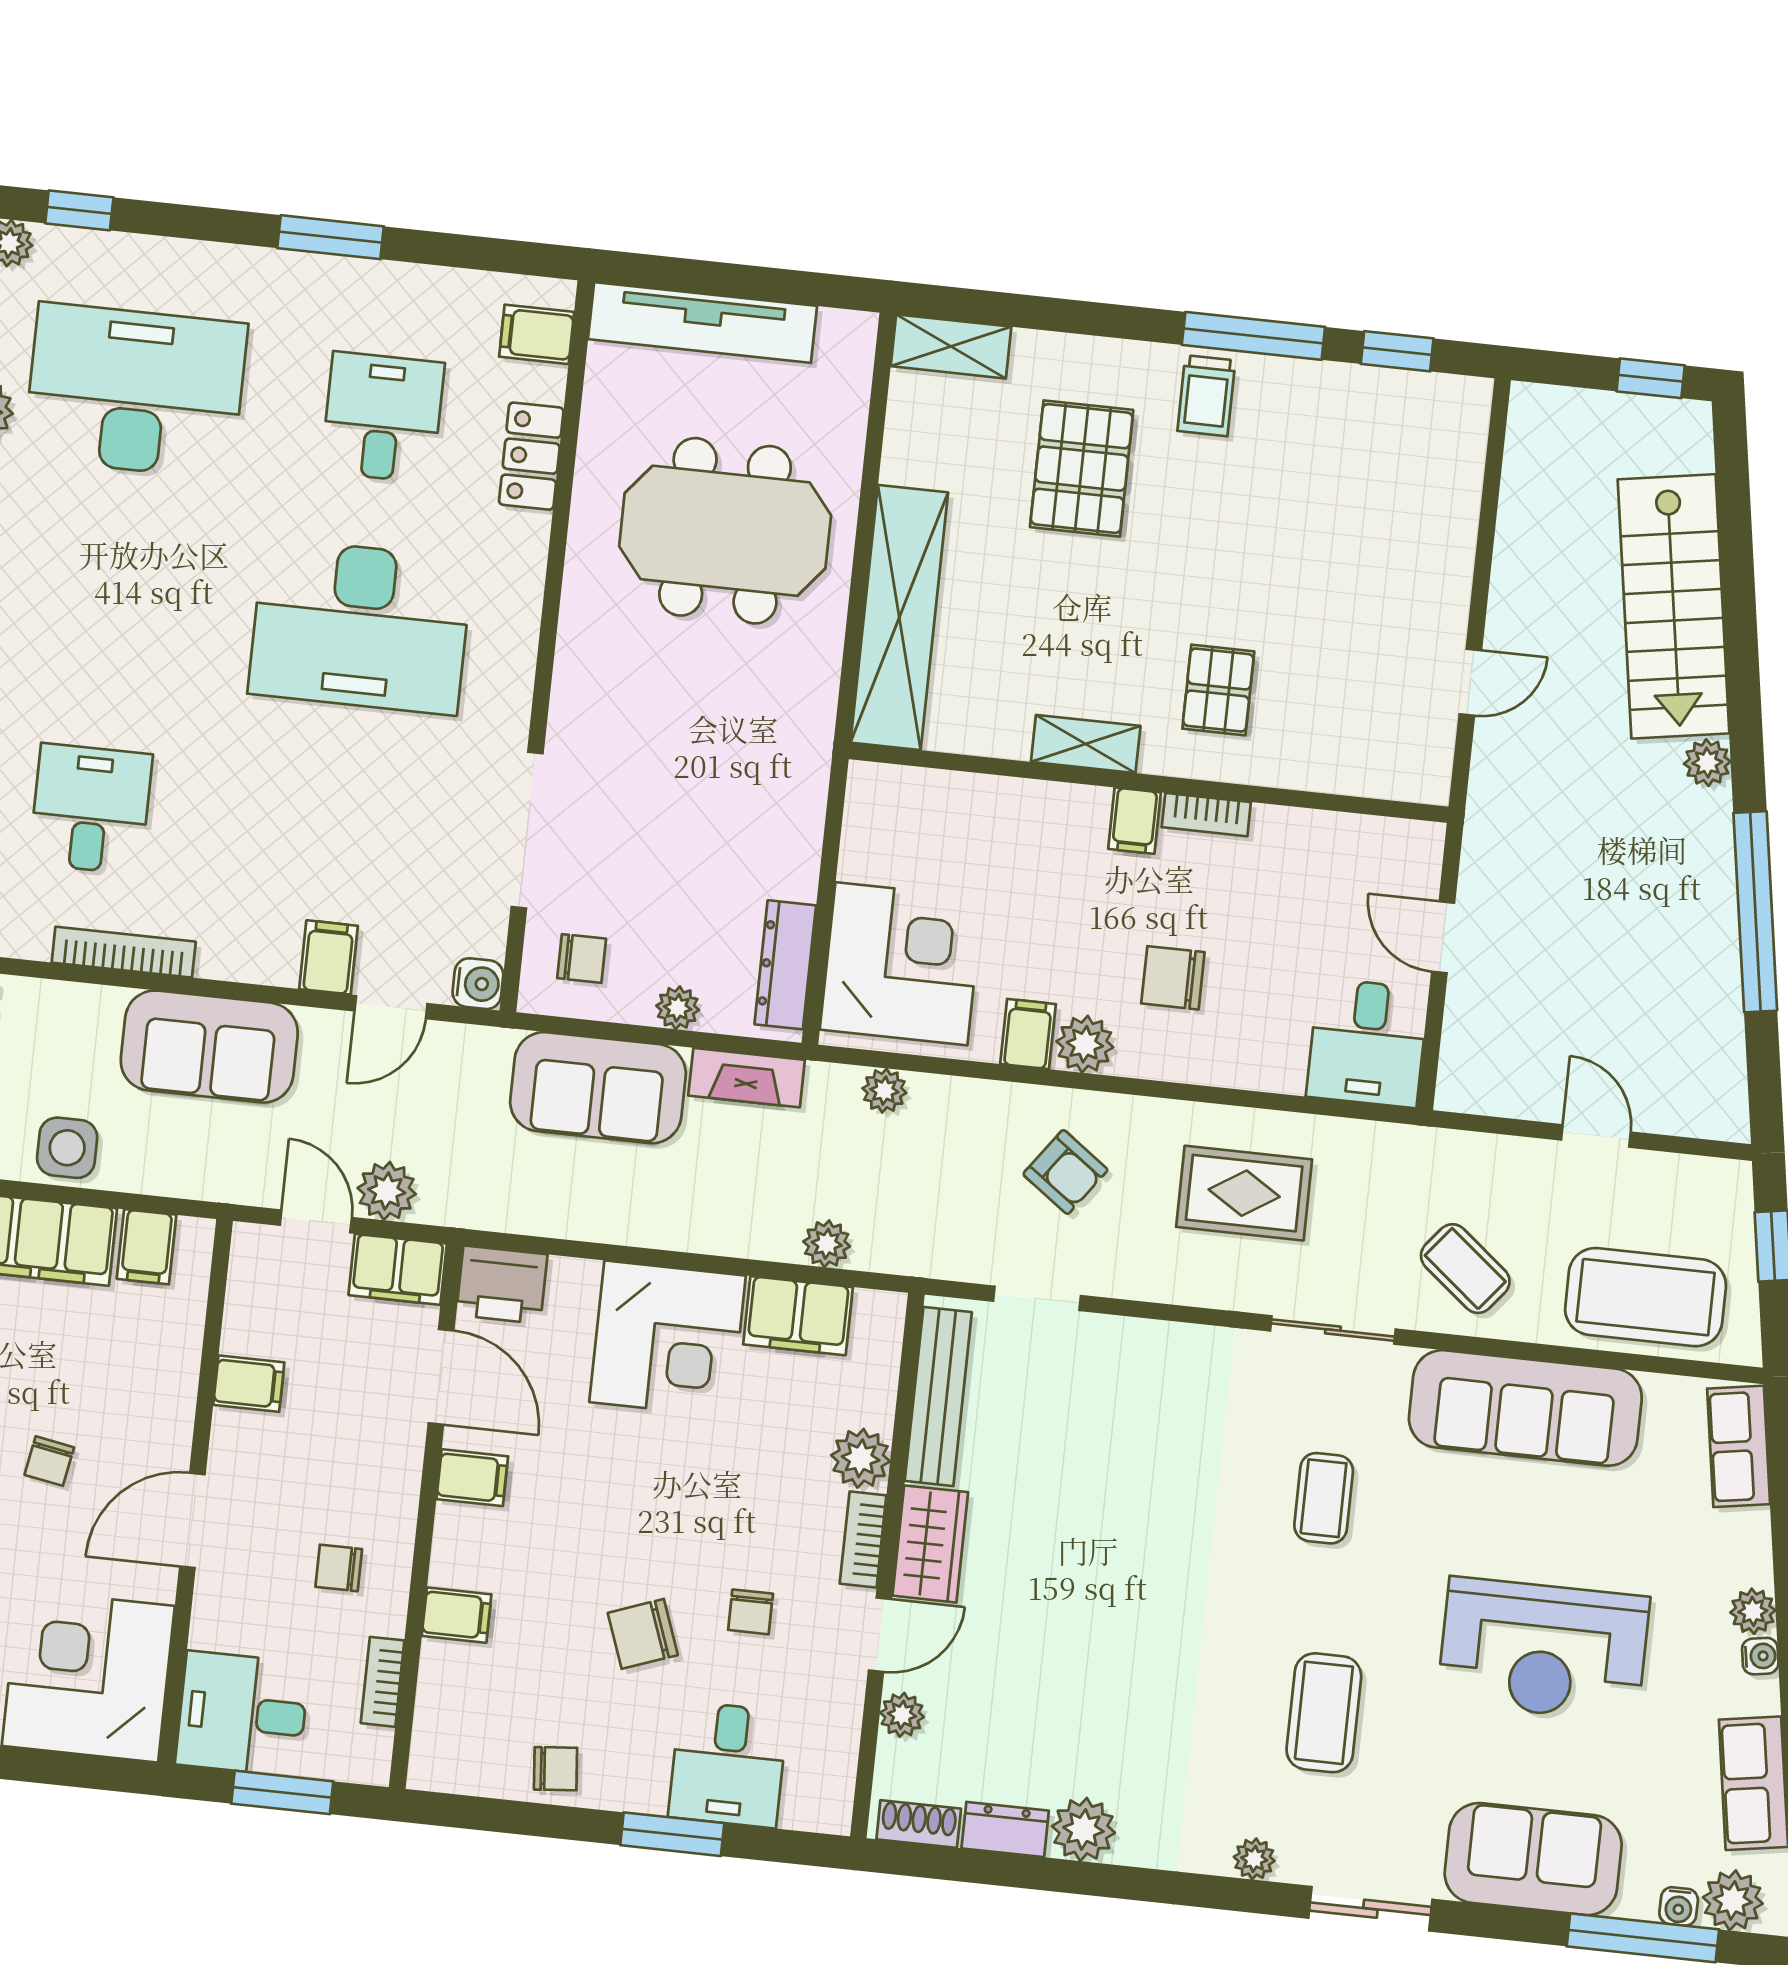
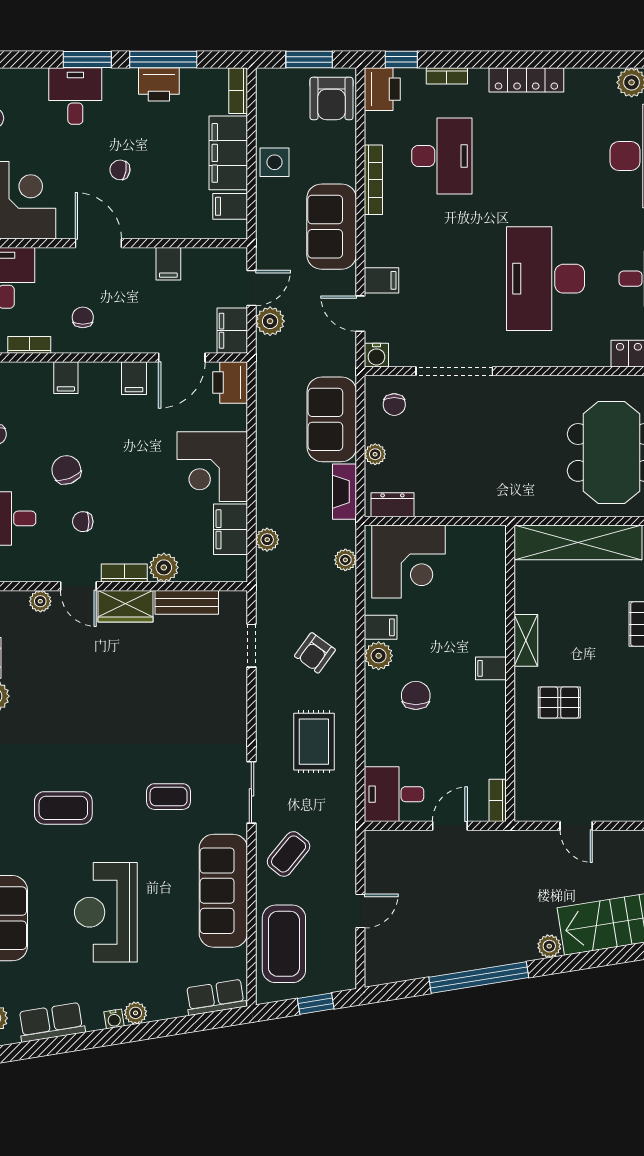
desk: (91, 809) -> (442, 156), width x1.37
bookcase: (1206, 815) -> (498, 800), moved
dresser: (785, 965) -> (392, 505), width x0.70
bench: (938, 1397) -> (187, 602), width x0.73

